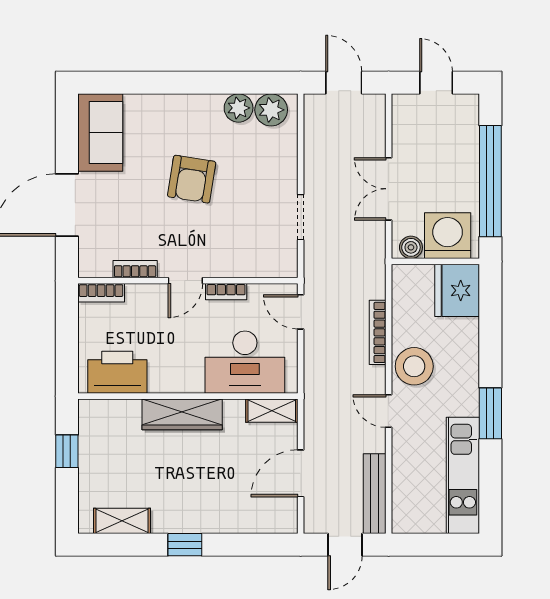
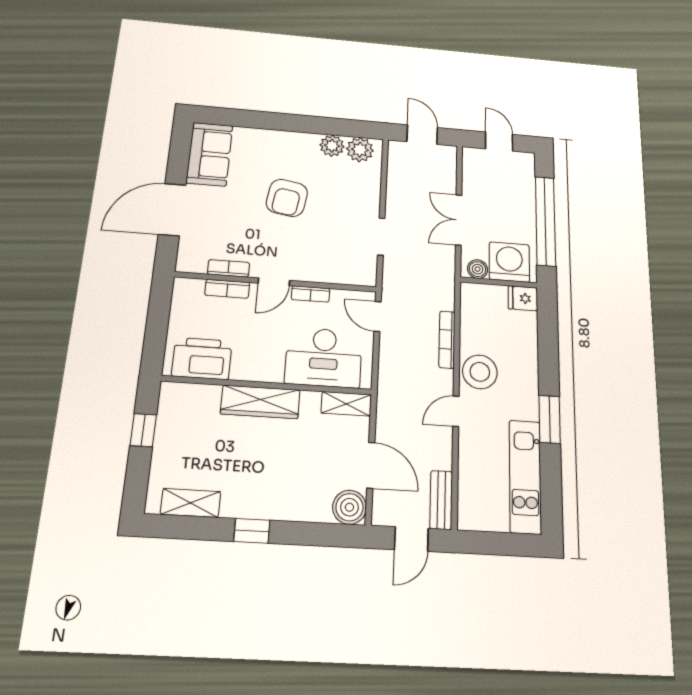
fridge: (457, 290) -> (523, 298), width x0.53, depth x0.75
bookcase: (101, 293) -> (227, 289), moved
door: (389, 411) -> (456, 411), hinge flipped
door: (301, 473) -> (371, 465), swing flipped
bench: (375, 494) -> (441, 500), width x0.73
boiler: (281, 517) -> (349, 507), added

